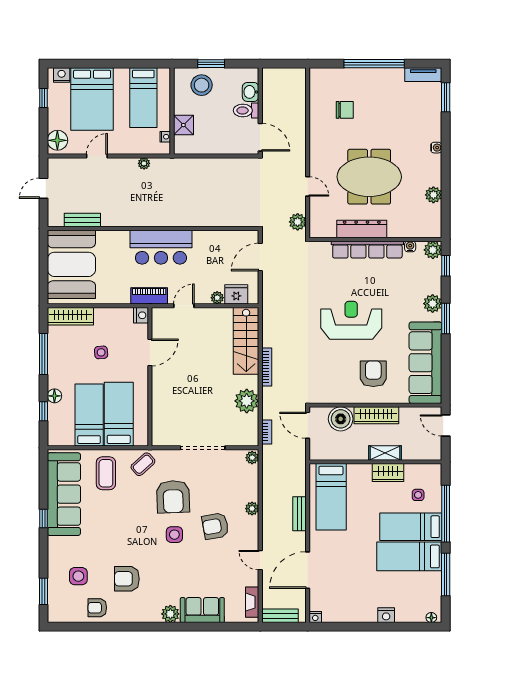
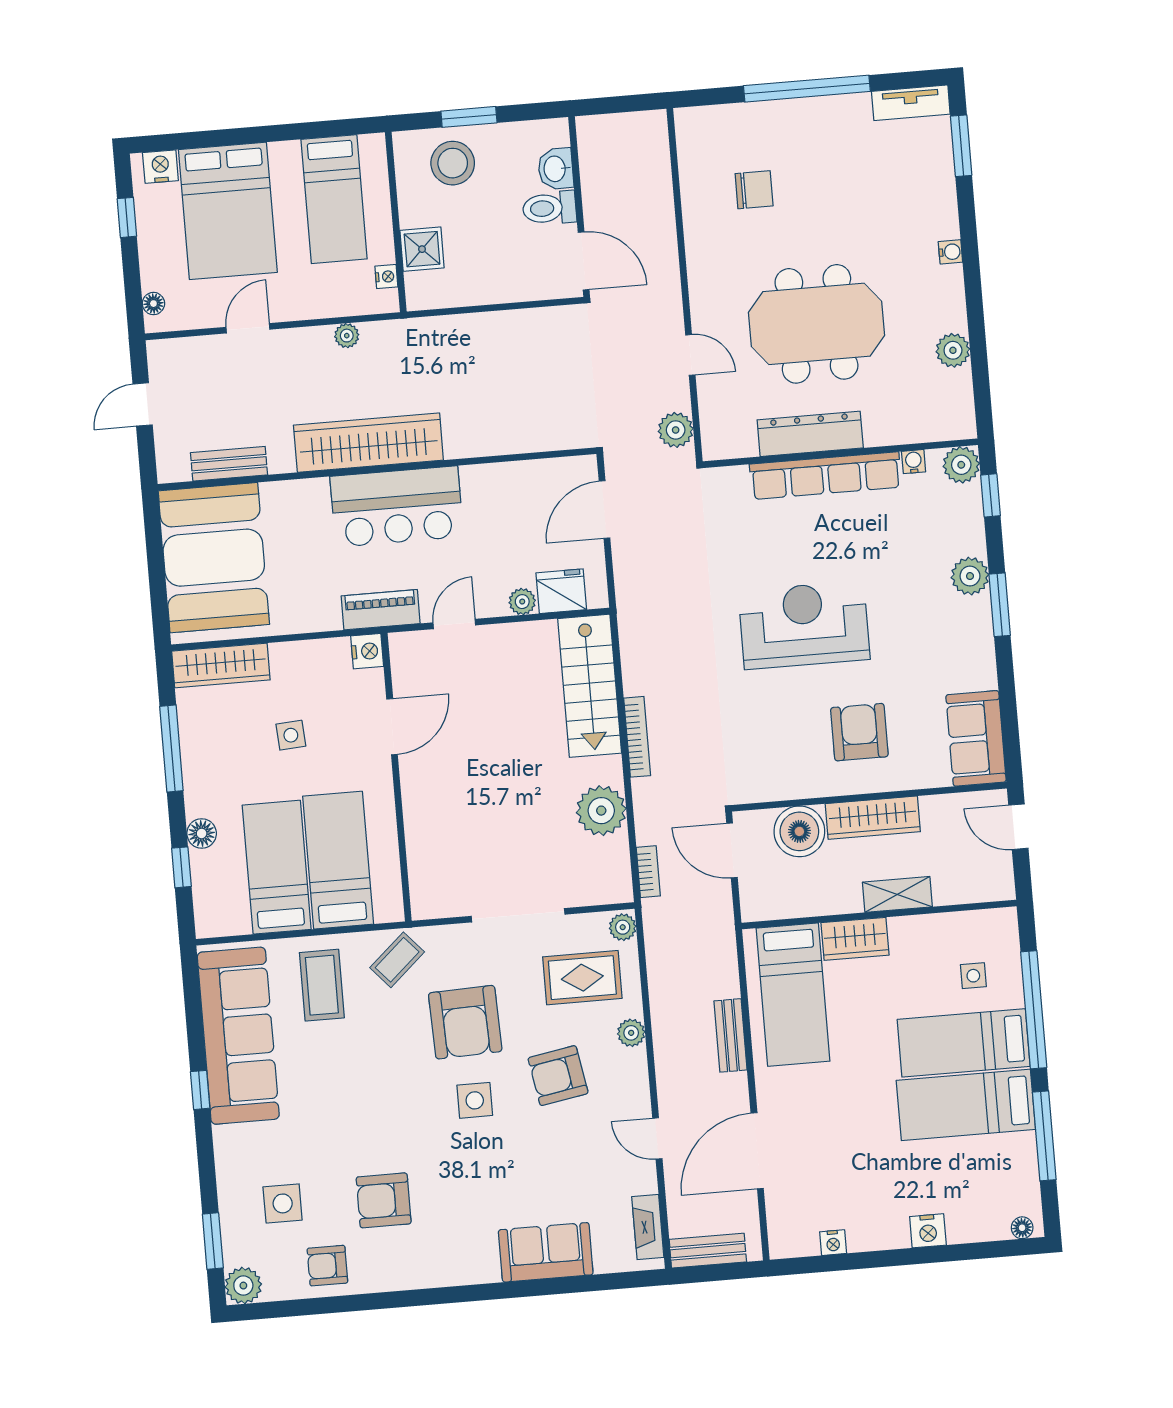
floor lamp: (57, 140) -> (153, 304), width x0.53, depth x0.53
wardrobe: (150, 216) -> (368, 443), added
sofa: (425, 363) -> (976, 738), width x0.54, depth x0.79
wardrobe: (388, 473) -> (855, 939), moved
rug: (231, 480) -> (582, 978), added
plant: (170, 614) -> (243, 1286), moved
nightstand: (315, 617) -> (833, 1243), moved

